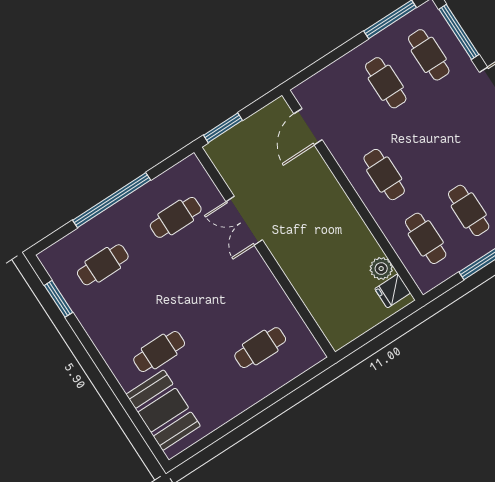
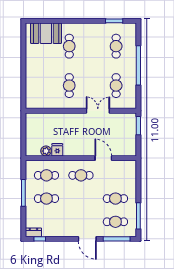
door: (308, 127) -> (103, 158), moved
fridge: (393, 291) -> (57, 150), moved
cafe table: (260, 348) -> (69, 86), moved

